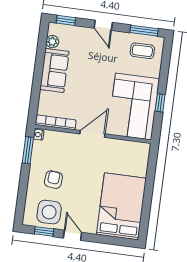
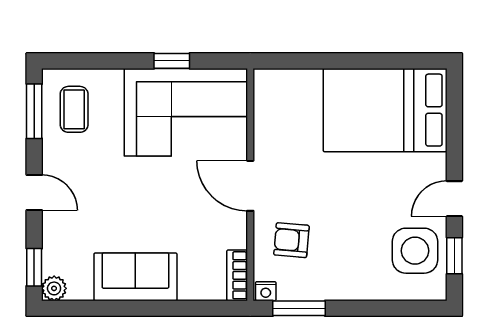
door: (103, 25) -> (34, 193), hinge flipped
plant: (52, 42) -> (54, 288), moved
bookcase: (56, 122) -> (237, 275), width x0.64
armchair: (53, 180) -> (291, 240), moved

